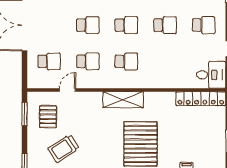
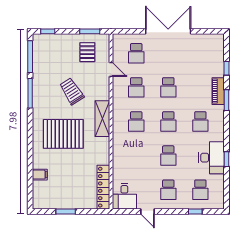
pallet: (48, 117) -> (87, 52), turned 90
trolley: (64, 148) -> (72, 91), moved

